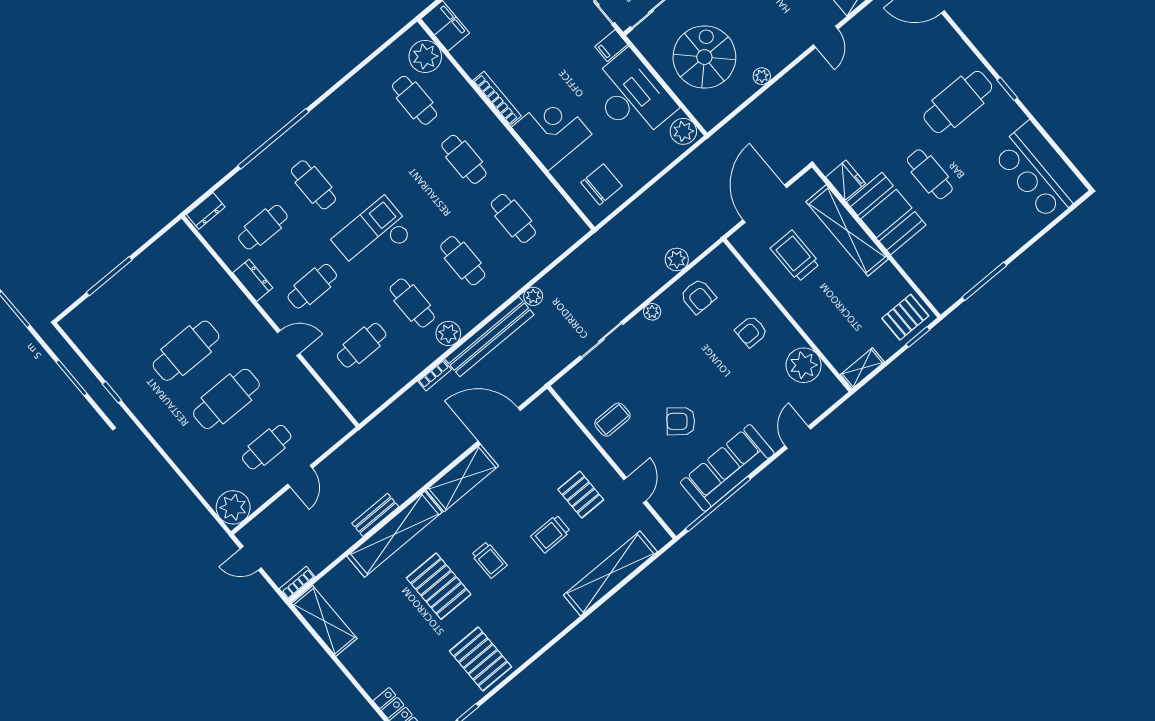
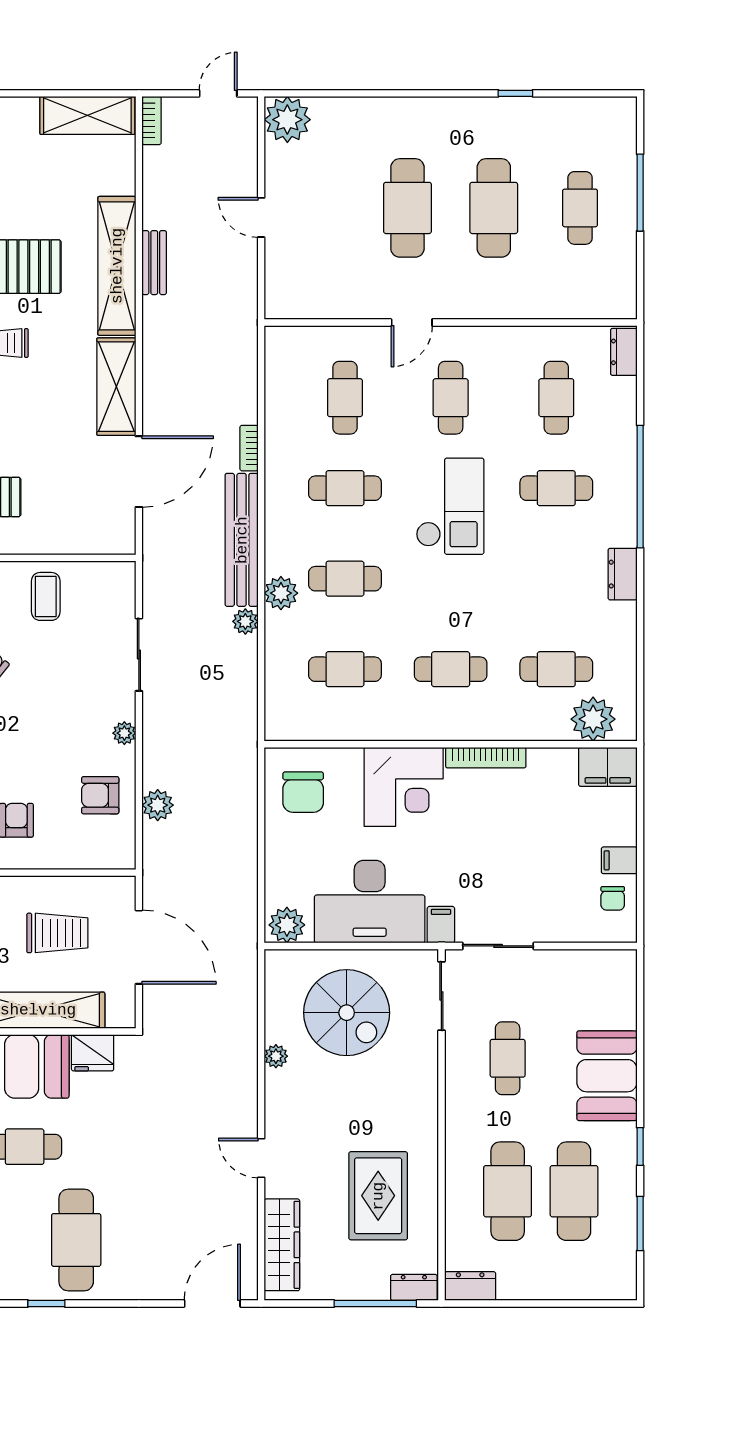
dresser: (253, 280) -> (623, 574), moved, turned 90
plant: (448, 333) -> (281, 593), moved
cafe table: (267, 447) -> (580, 208), moved

